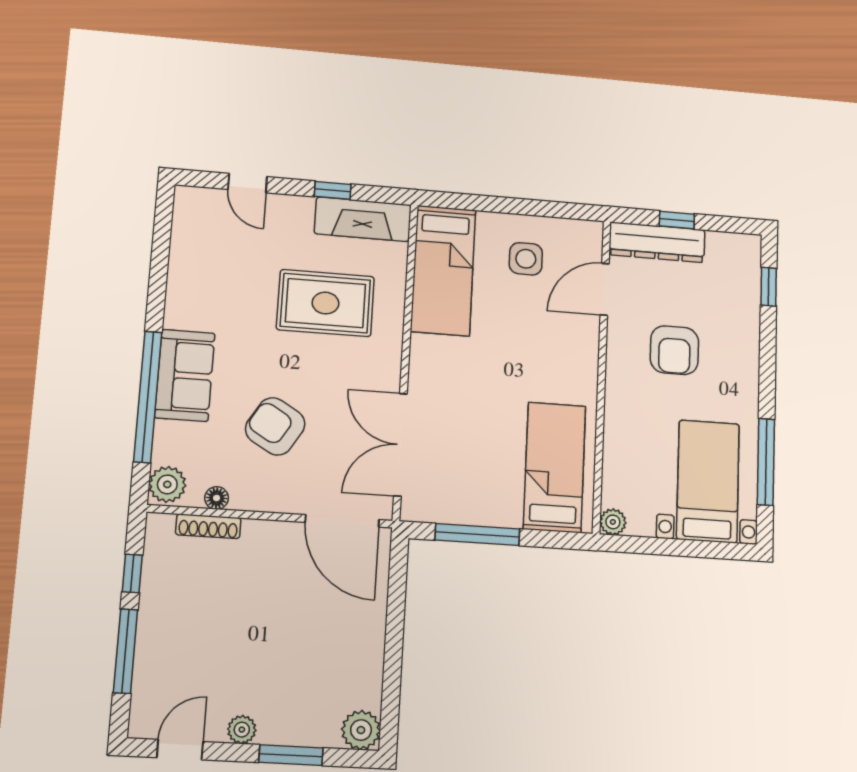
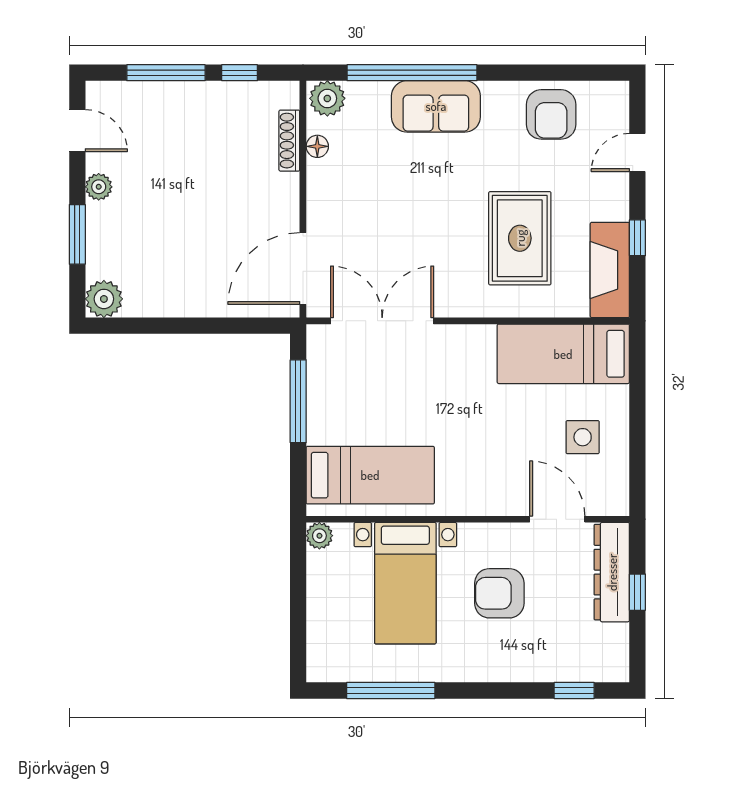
armchair: (275, 426) -> (551, 114), moved, turned 149
bed with nightstands: (708, 481) -> (405, 583), moved, turned 90

